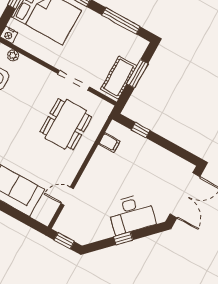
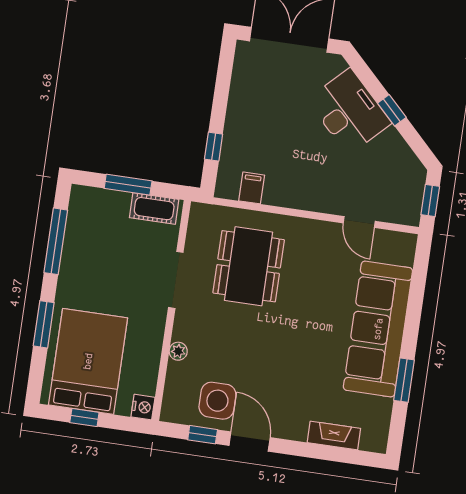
plant: (13, 55) -> (178, 351), moved
cot: (119, 78) -> (154, 209), width x0.73, depth x0.75
dining table: (66, 124) -> (249, 266), turned 90

